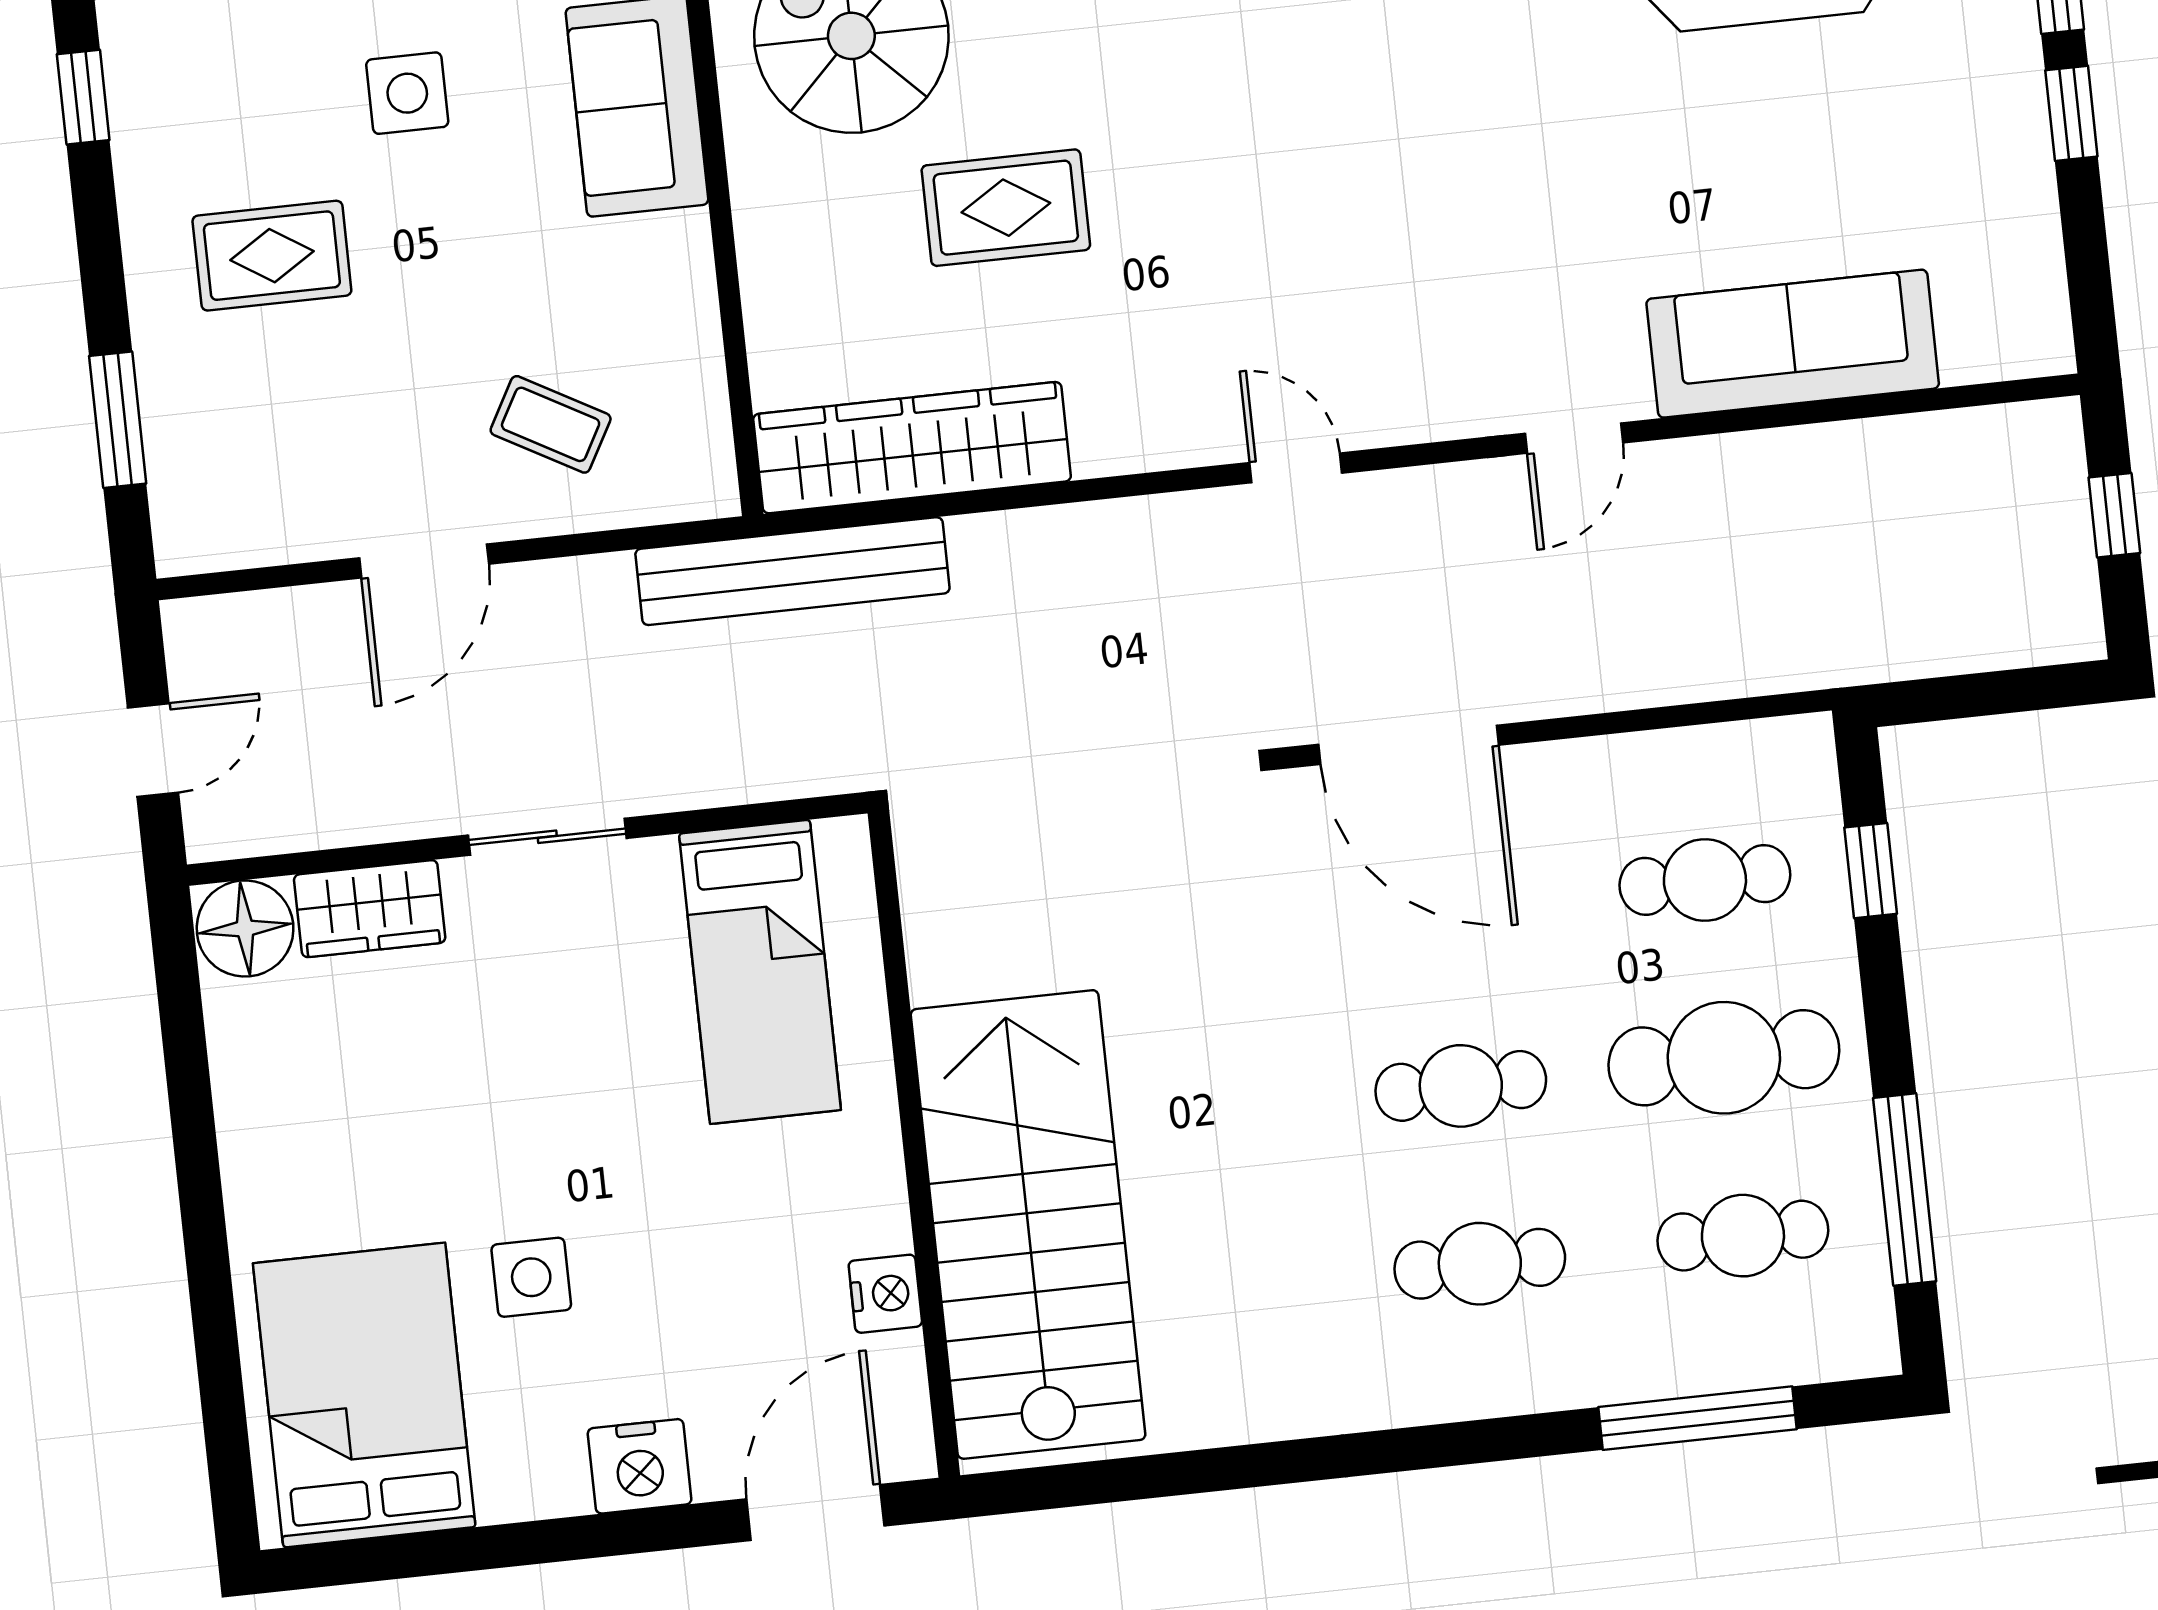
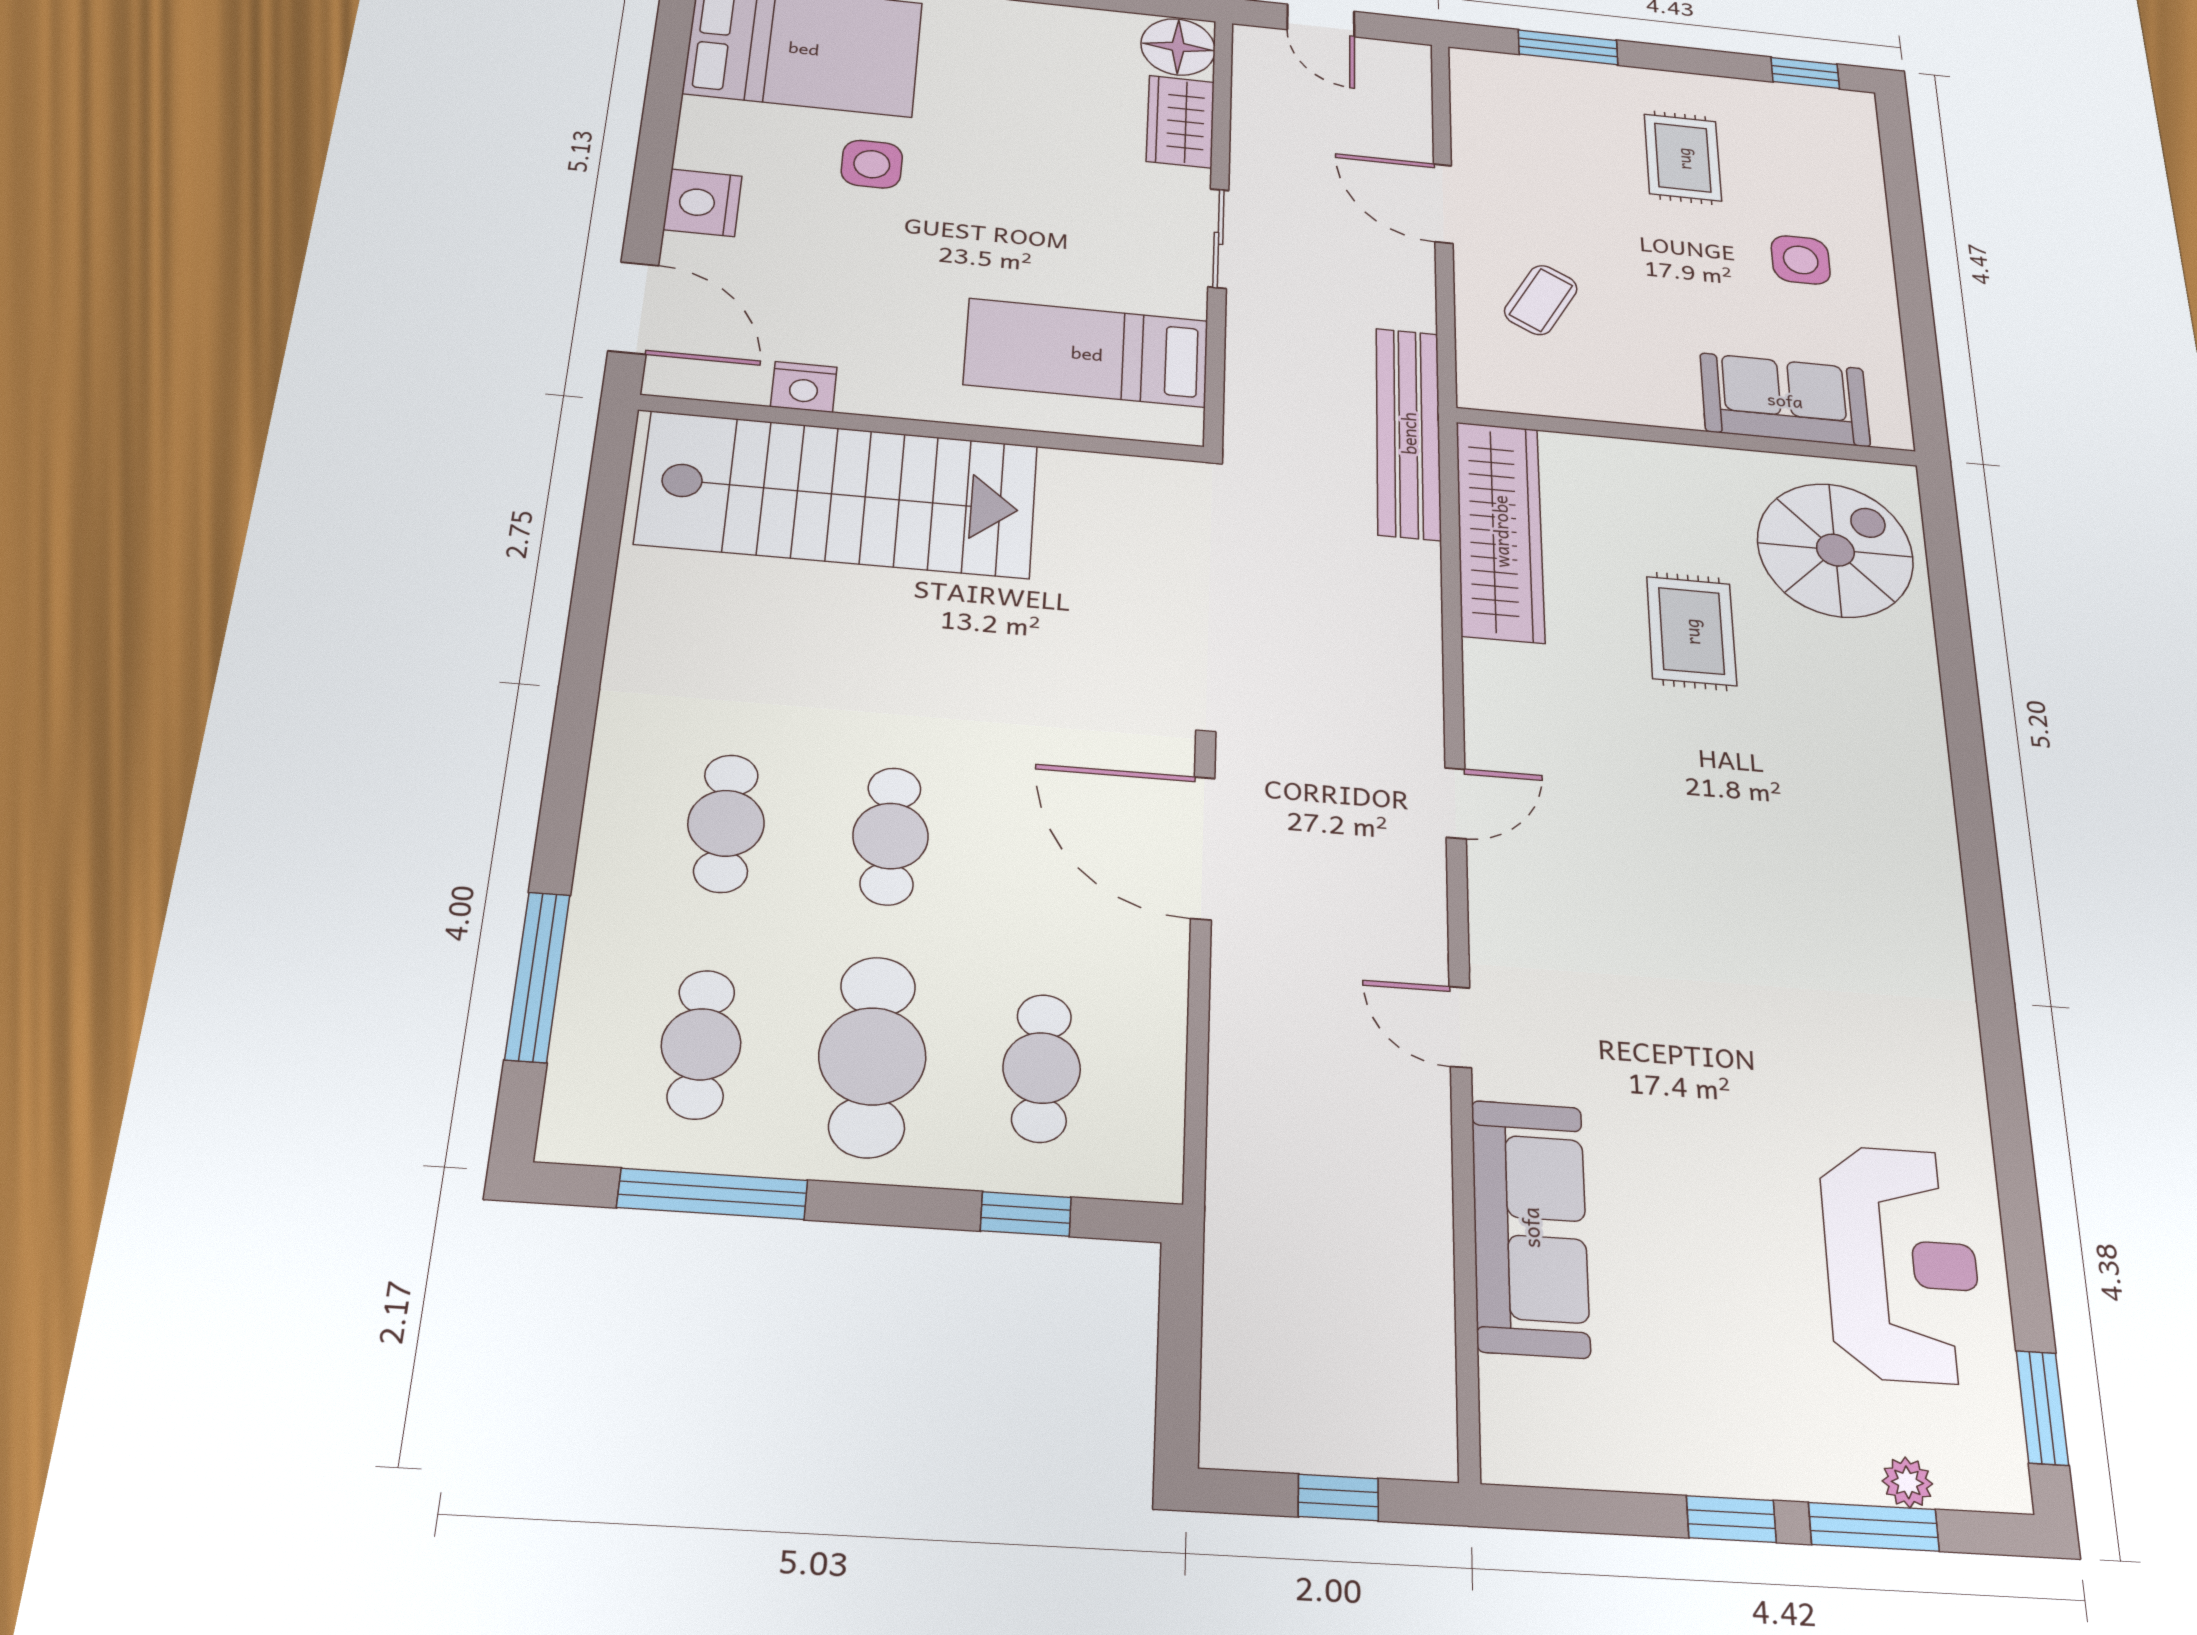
door: (1409, 745) -> (1203, 848), hinge flipped

